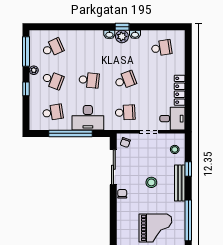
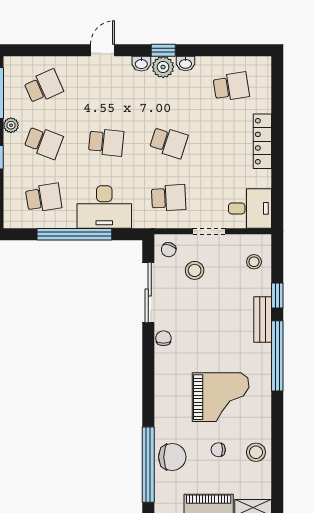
door: (87, 27) -> (102, 50), added
school desk: (125, 80) -> (169, 142), turned 39
locker: (180, 90) -> (262, 141), moved
stool: (151, 182) -> (195, 270), moved
bench: (180, 183) -> (263, 320), width x0.73
window: (188, 220) -> (277, 356), moved

